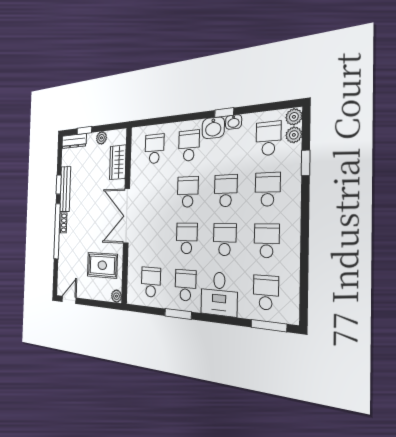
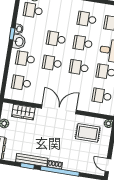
school desk: (268, 189) -> (60, 15), removed
double door: (127, 216) -> (59, 109), swing flipped
rug: (102, 265) -> (88, 133), turned 90

